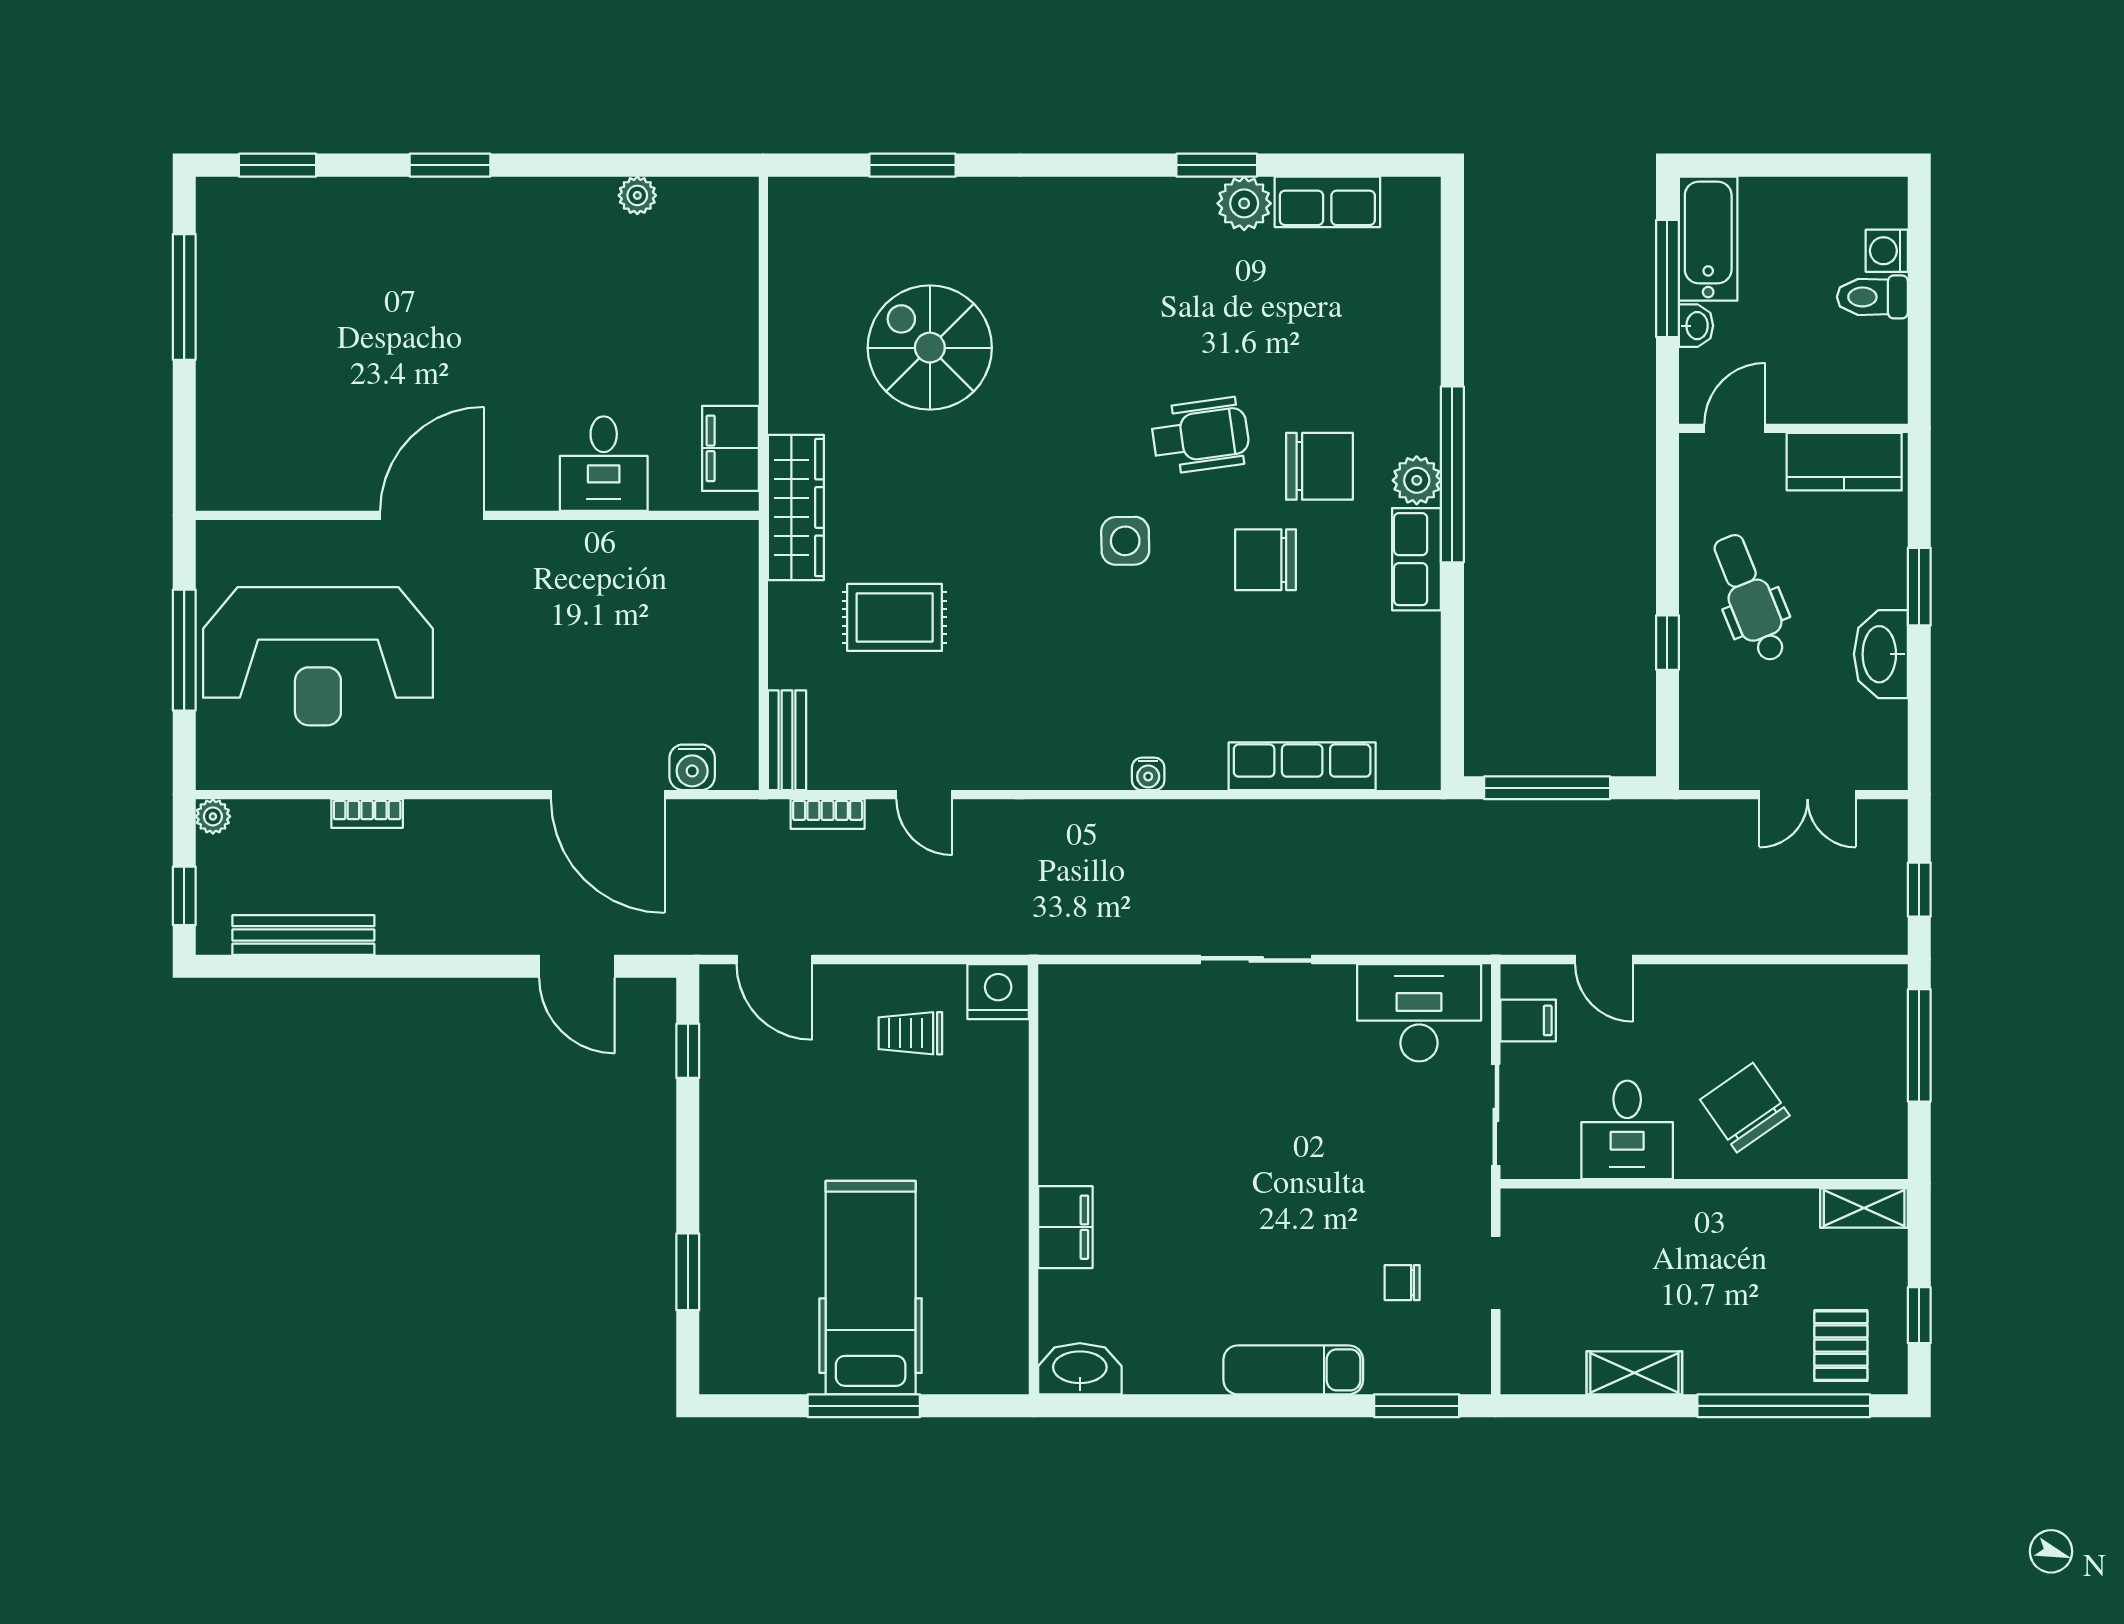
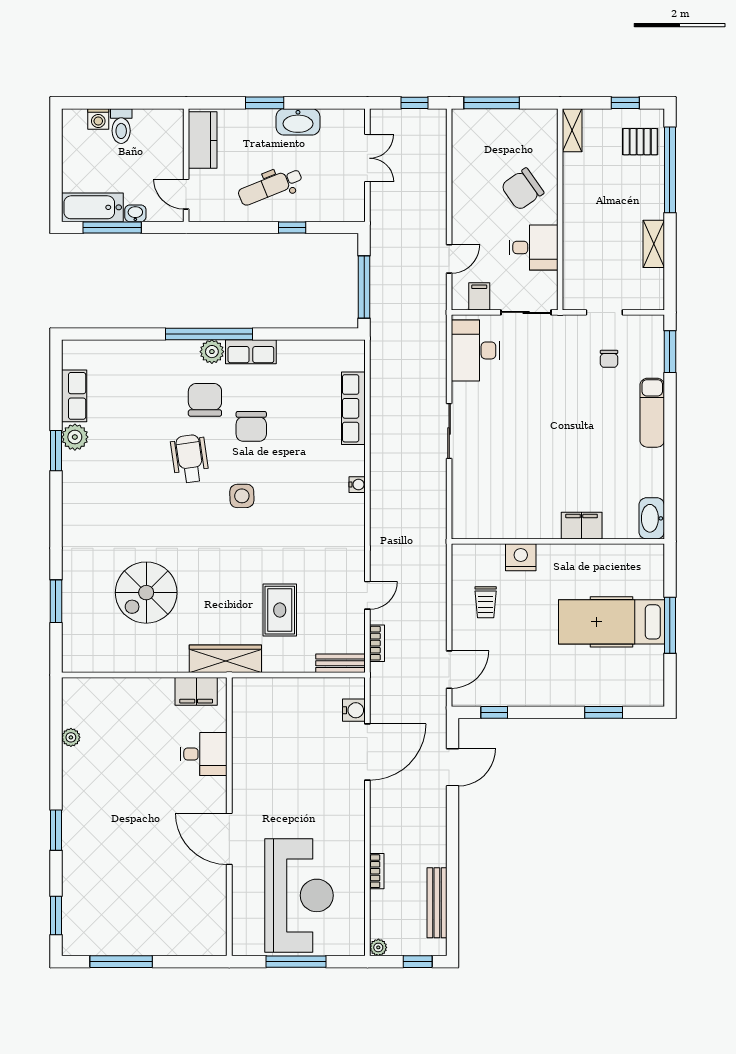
nightstand: (998, 992) -> (521, 557), moved, turned 90

